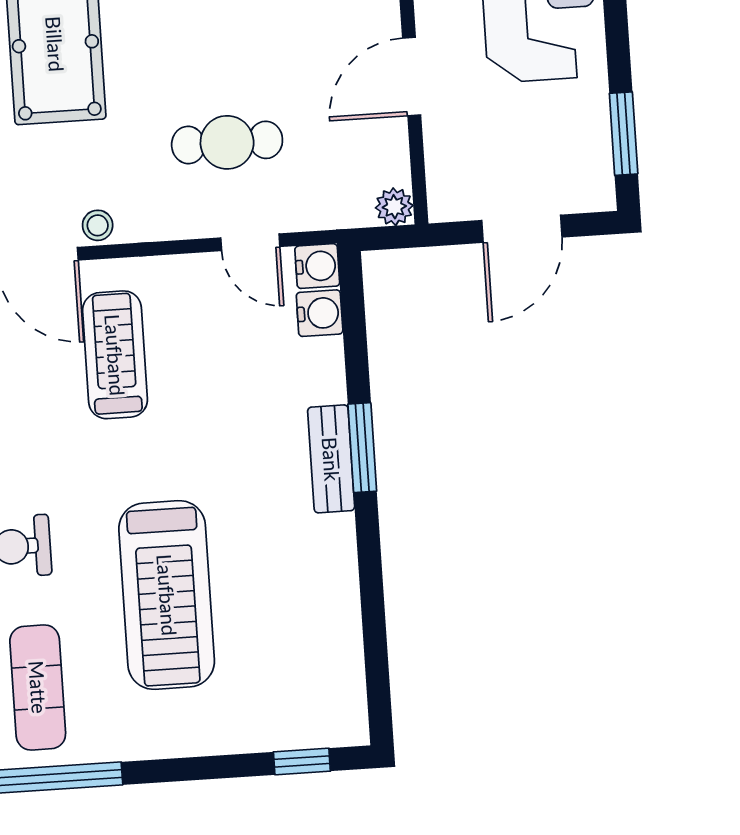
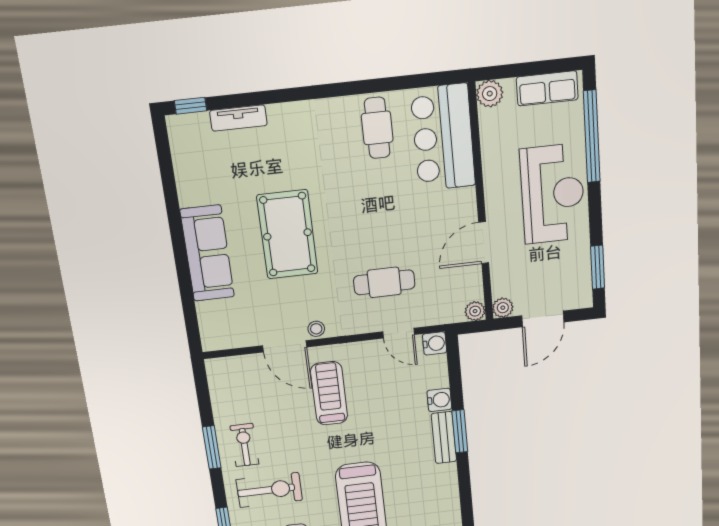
plant: (446, 203) -> (503, 308), added
water cooler: (320, 313) -> (439, 400), moved

